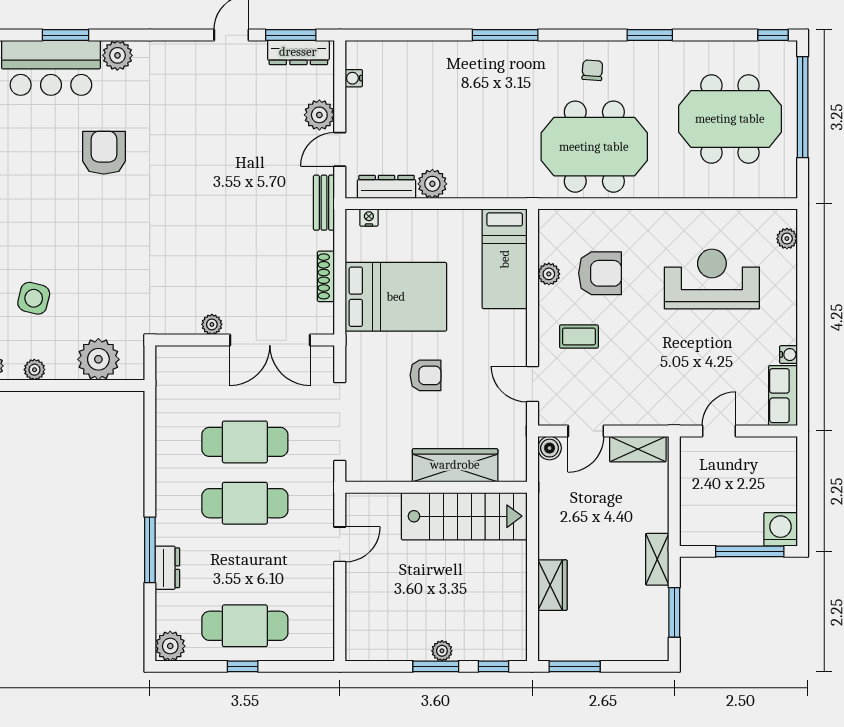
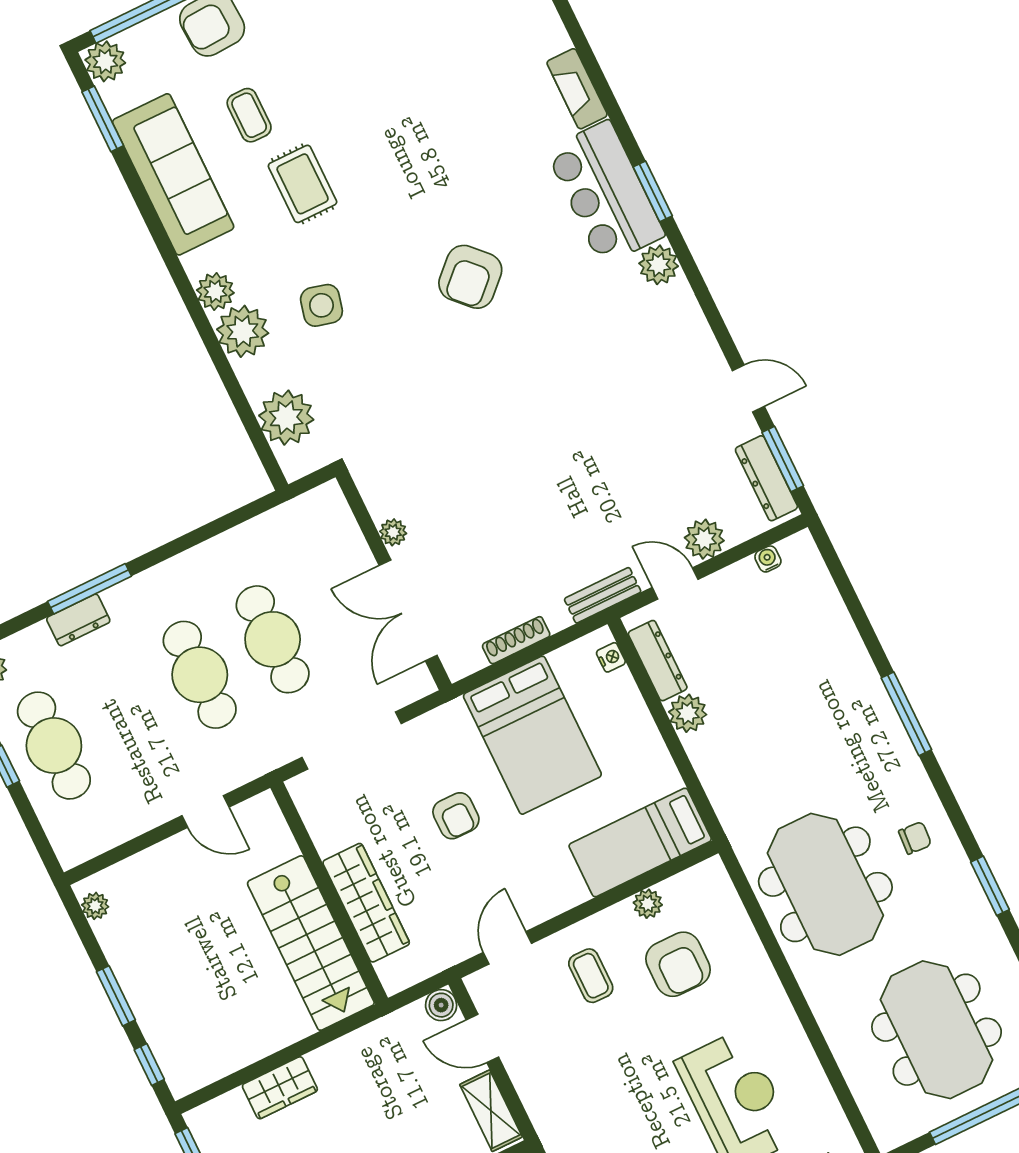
armchair: (104, 153) -> (470, 277), moved, turned 136
plant: (34, 370) -> (243, 331), width x1.88, depth x1.88
plant: (442, 651) -> (95, 906), moved

